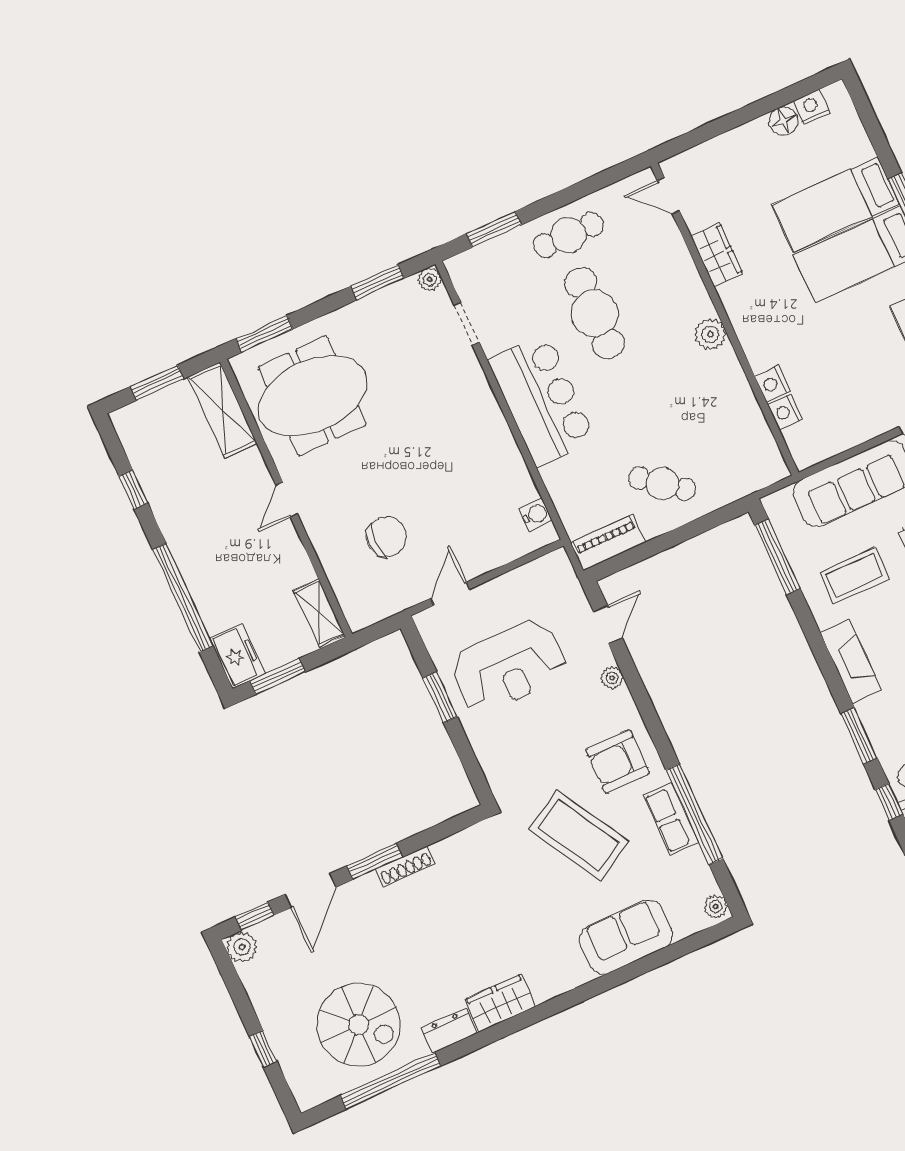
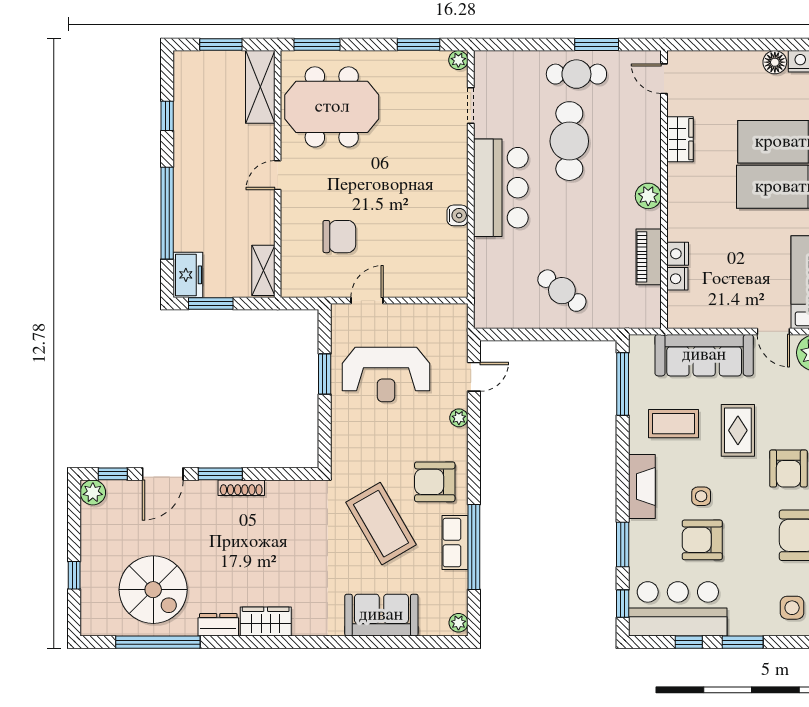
window: (494, 229) -> (597, 45), moved
water cooler: (536, 514) -> (457, 215), moved
piano: (608, 543) -> (649, 257), moved, turned -90

